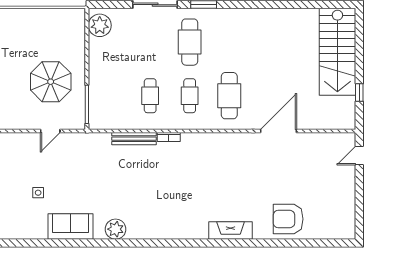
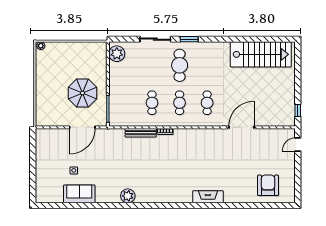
stairs: (337, 52) -> (261, 54), moved, turned -90
window: (359, 92) -> (298, 111), moved
cafe table: (229, 96) -> (207, 103), width x0.73, depth x0.74
door: (50, 131) -> (82, 127), width x1.88
armchair: (288, 219) -> (268, 185), moved, turned 90
sofa: (70, 226) -> (79, 194), moved

